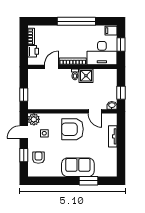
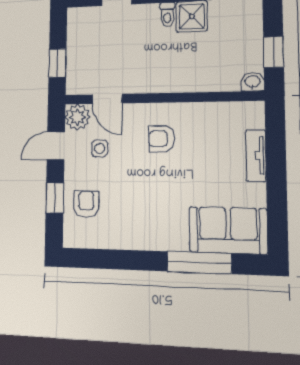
door: (95, 111) -> (107, 99), moved
armchair: (72, 129) -> (162, 139), width x0.53, depth x0.53
sofa: (78, 167) -> (228, 230), moved
window: (88, 181) -> (199, 263), width x1.44

